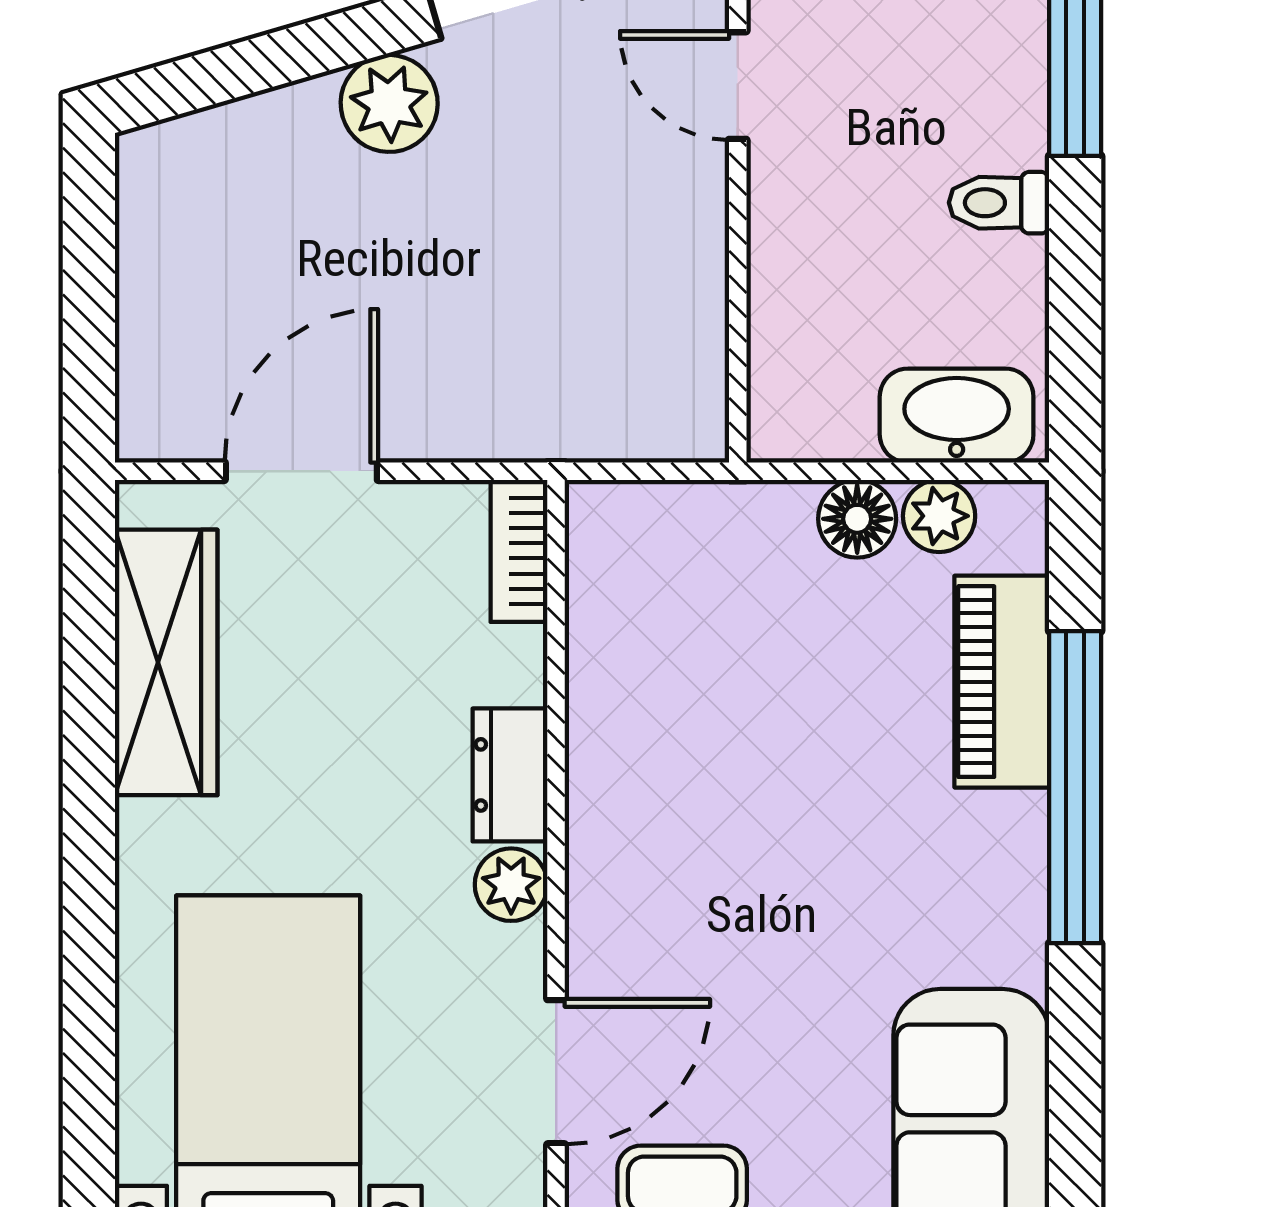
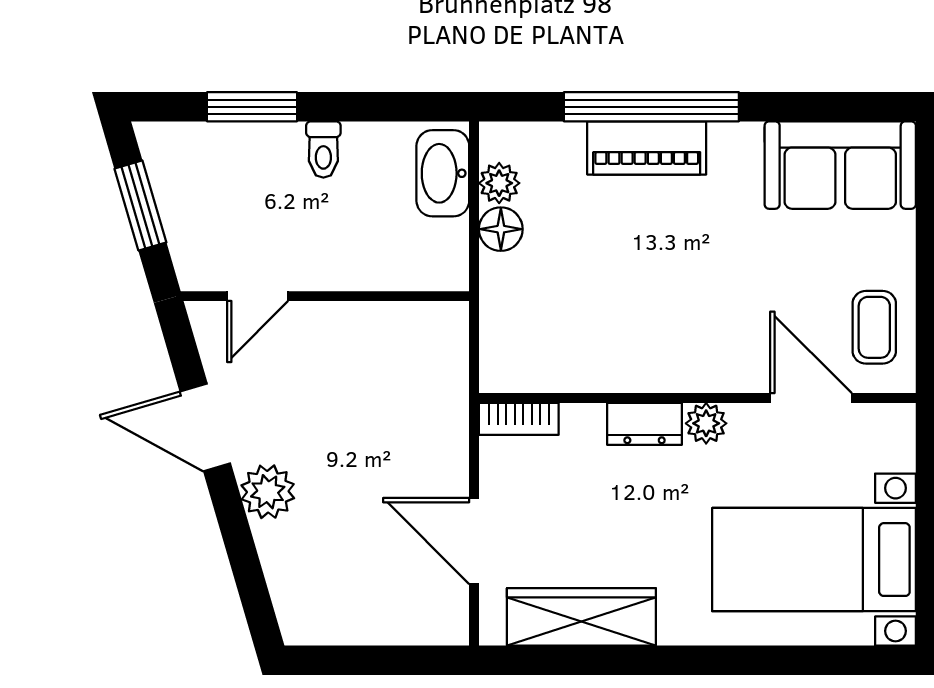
piano: (1002, 682) -> (647, 148), moved

